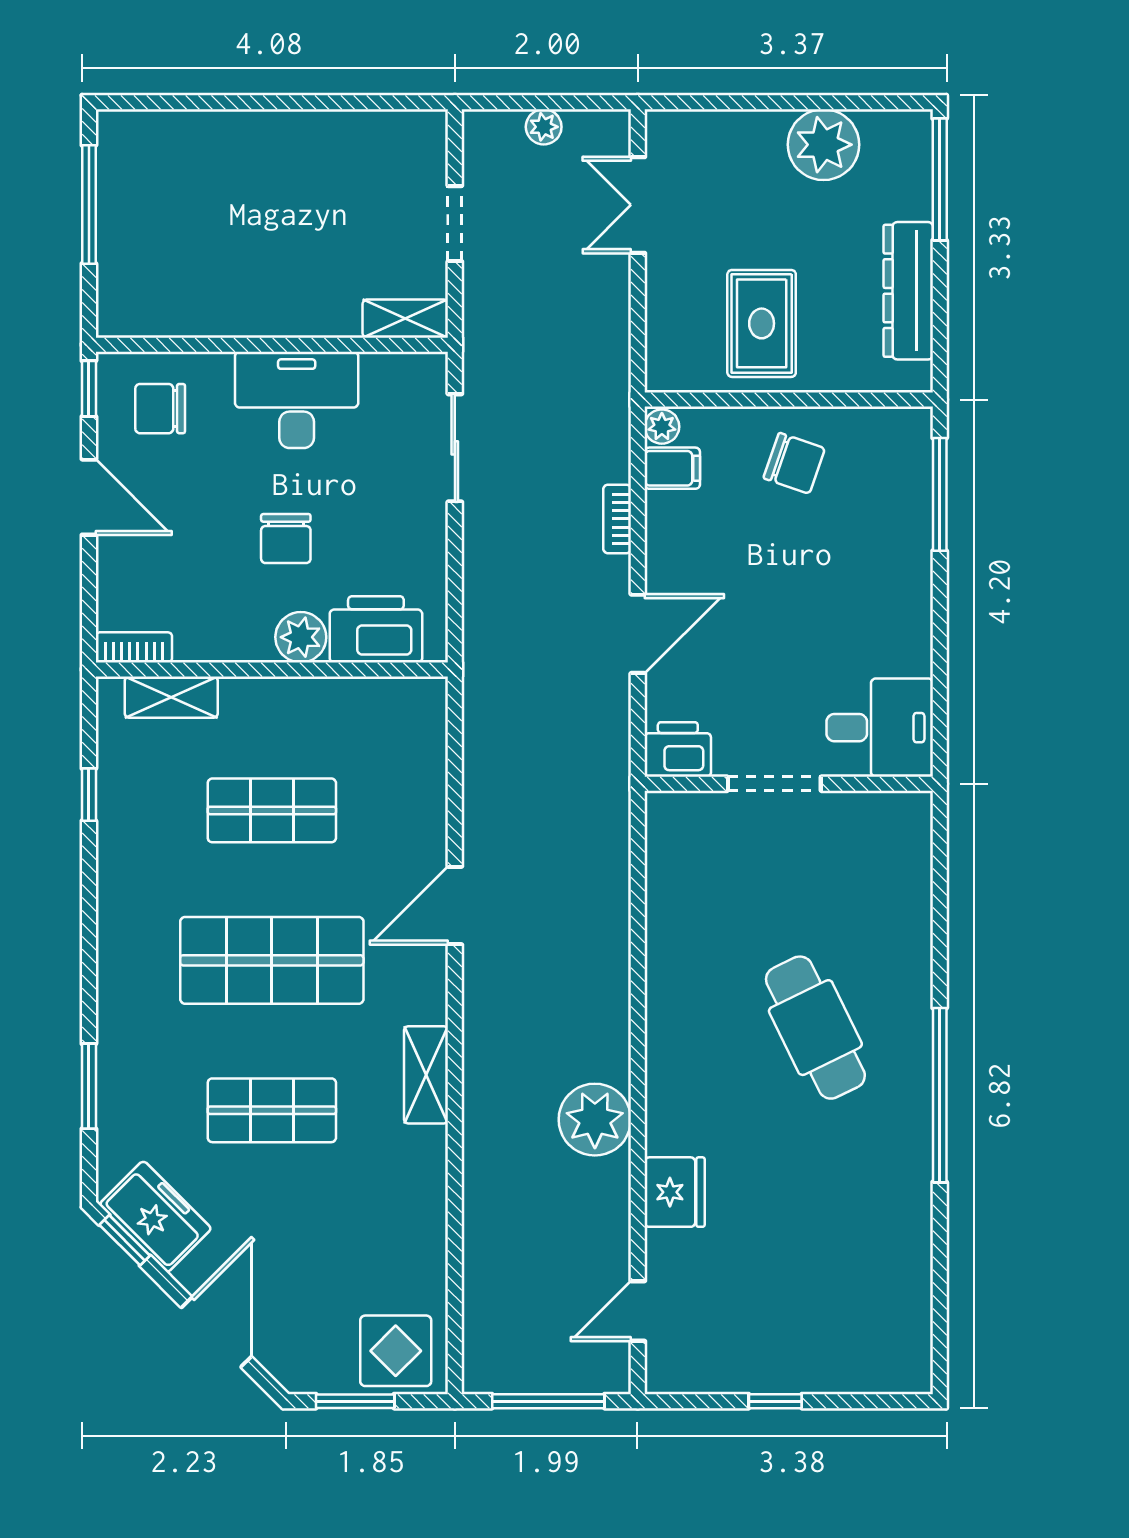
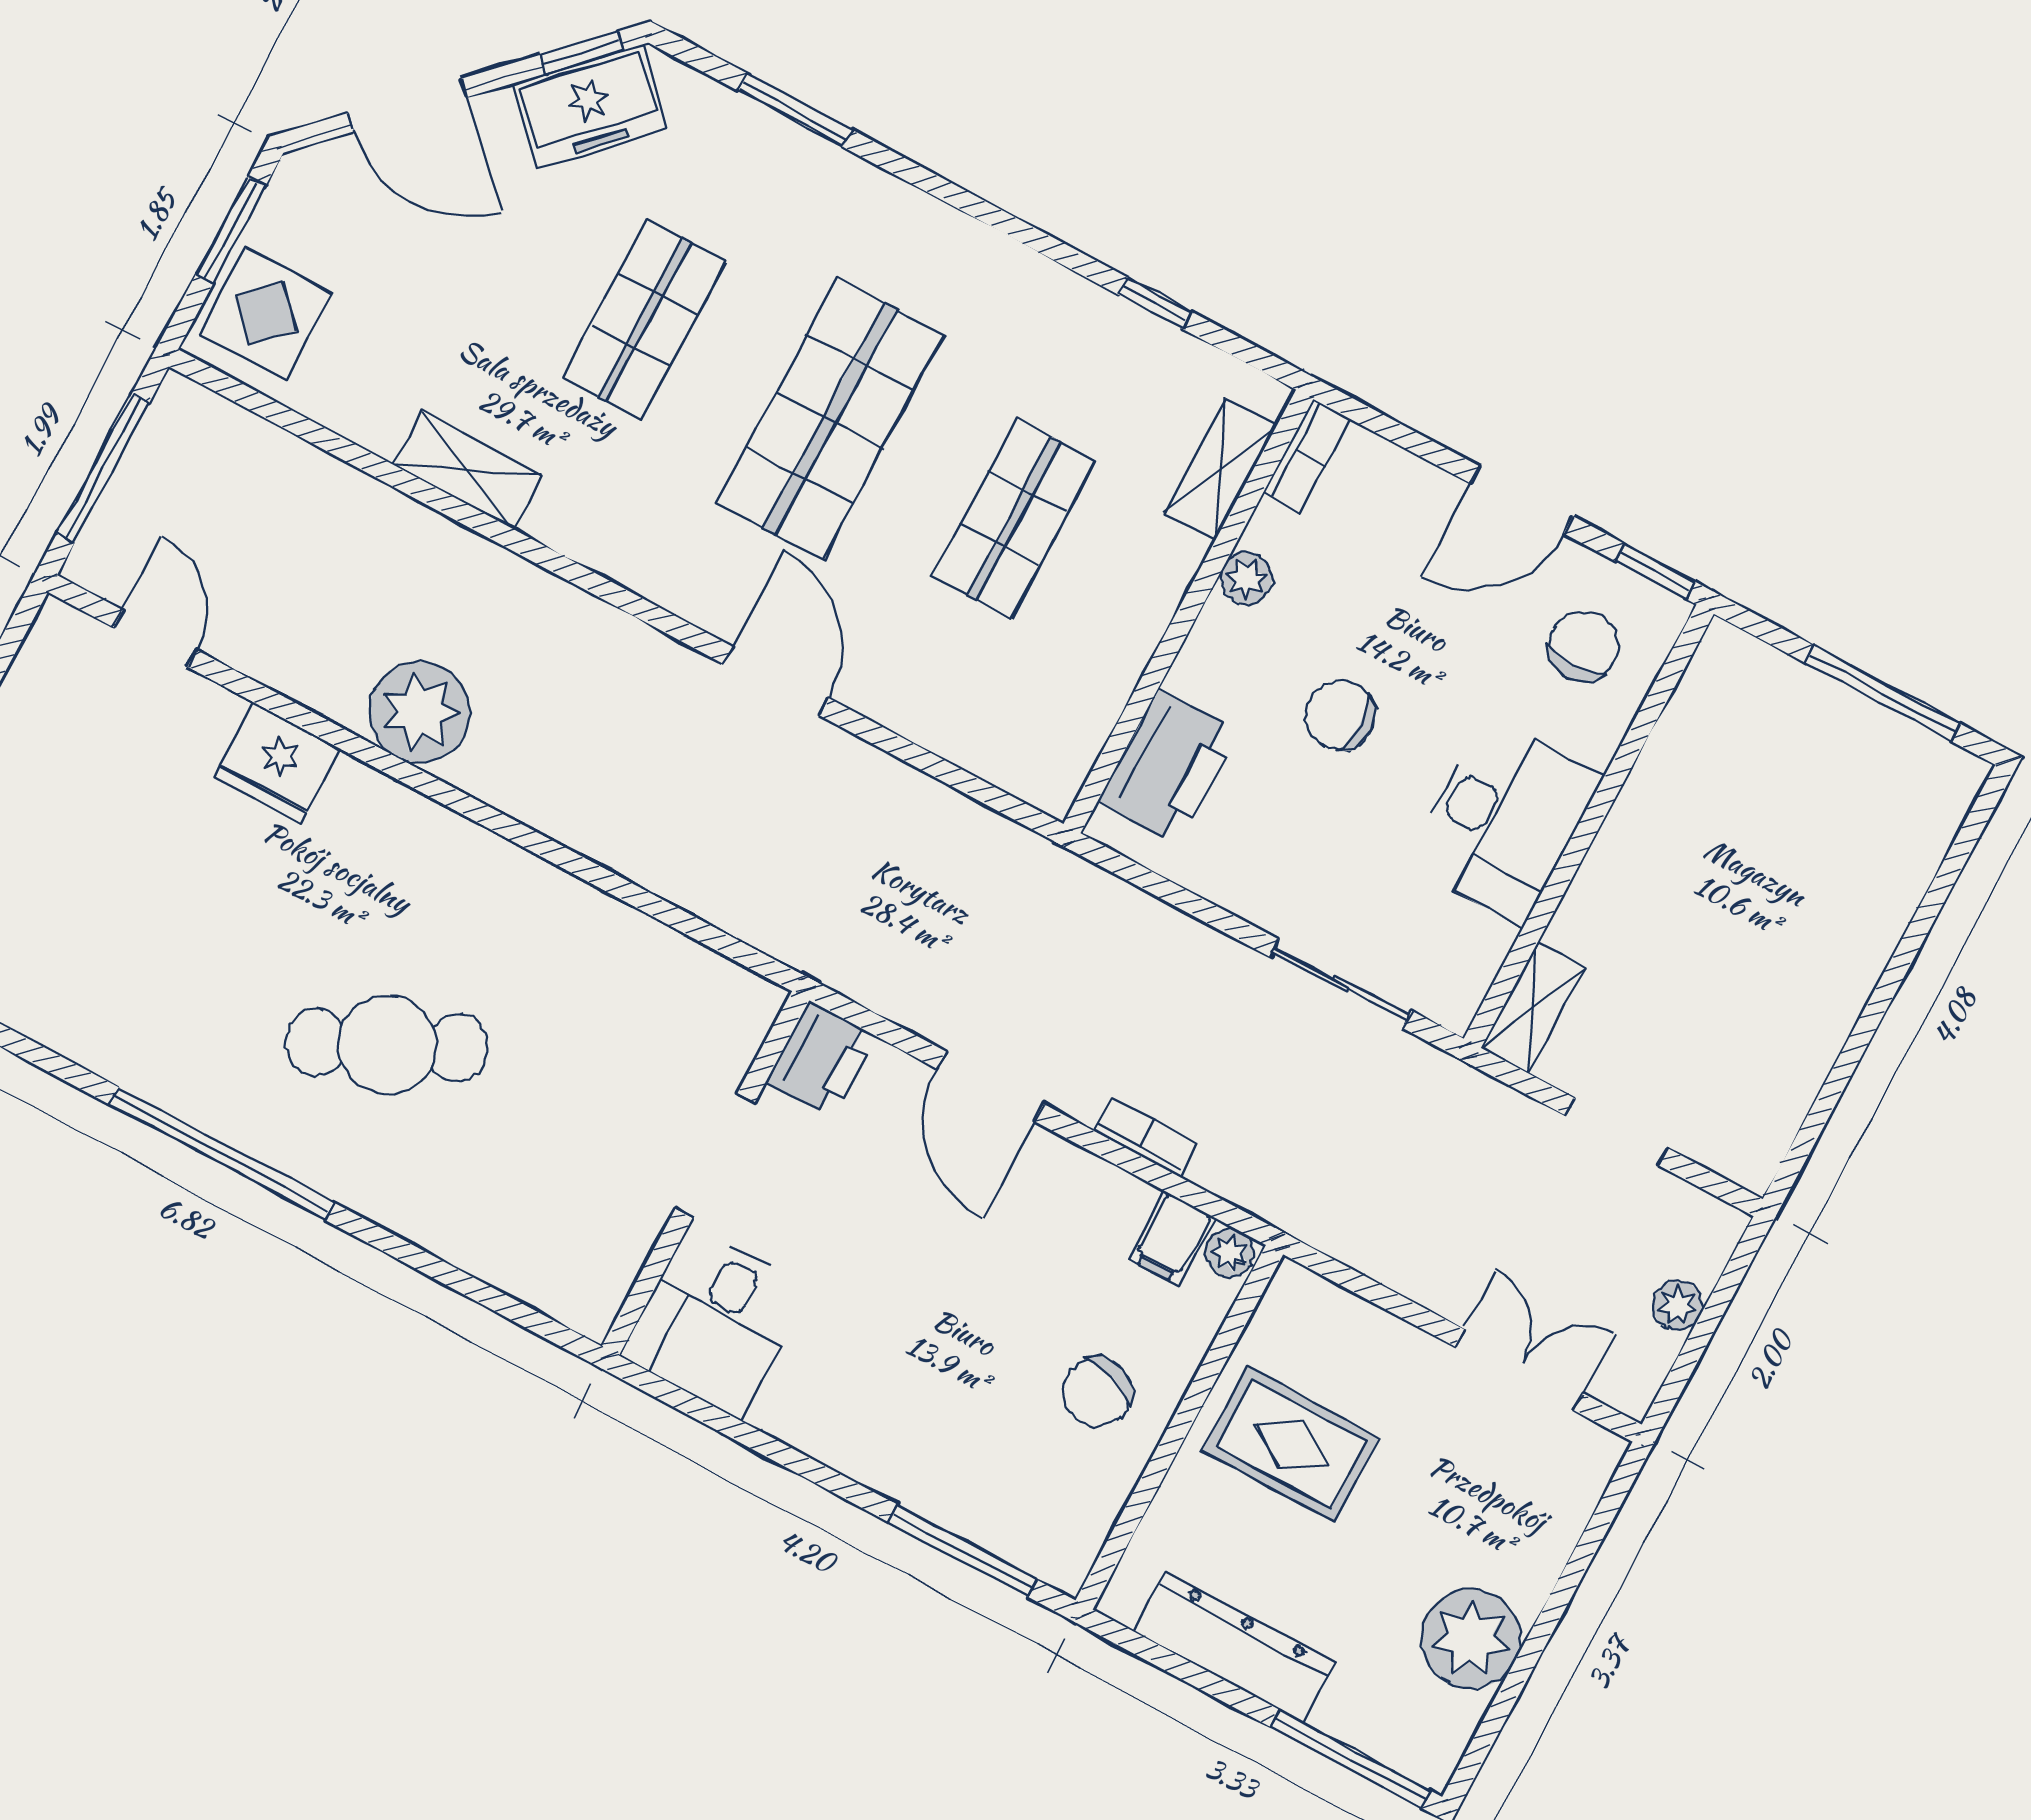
plant: (301, 637) -> (1246, 578), moved, width x0.73, depth x0.73
shelving: (426, 1075) -> (468, 470), moved

